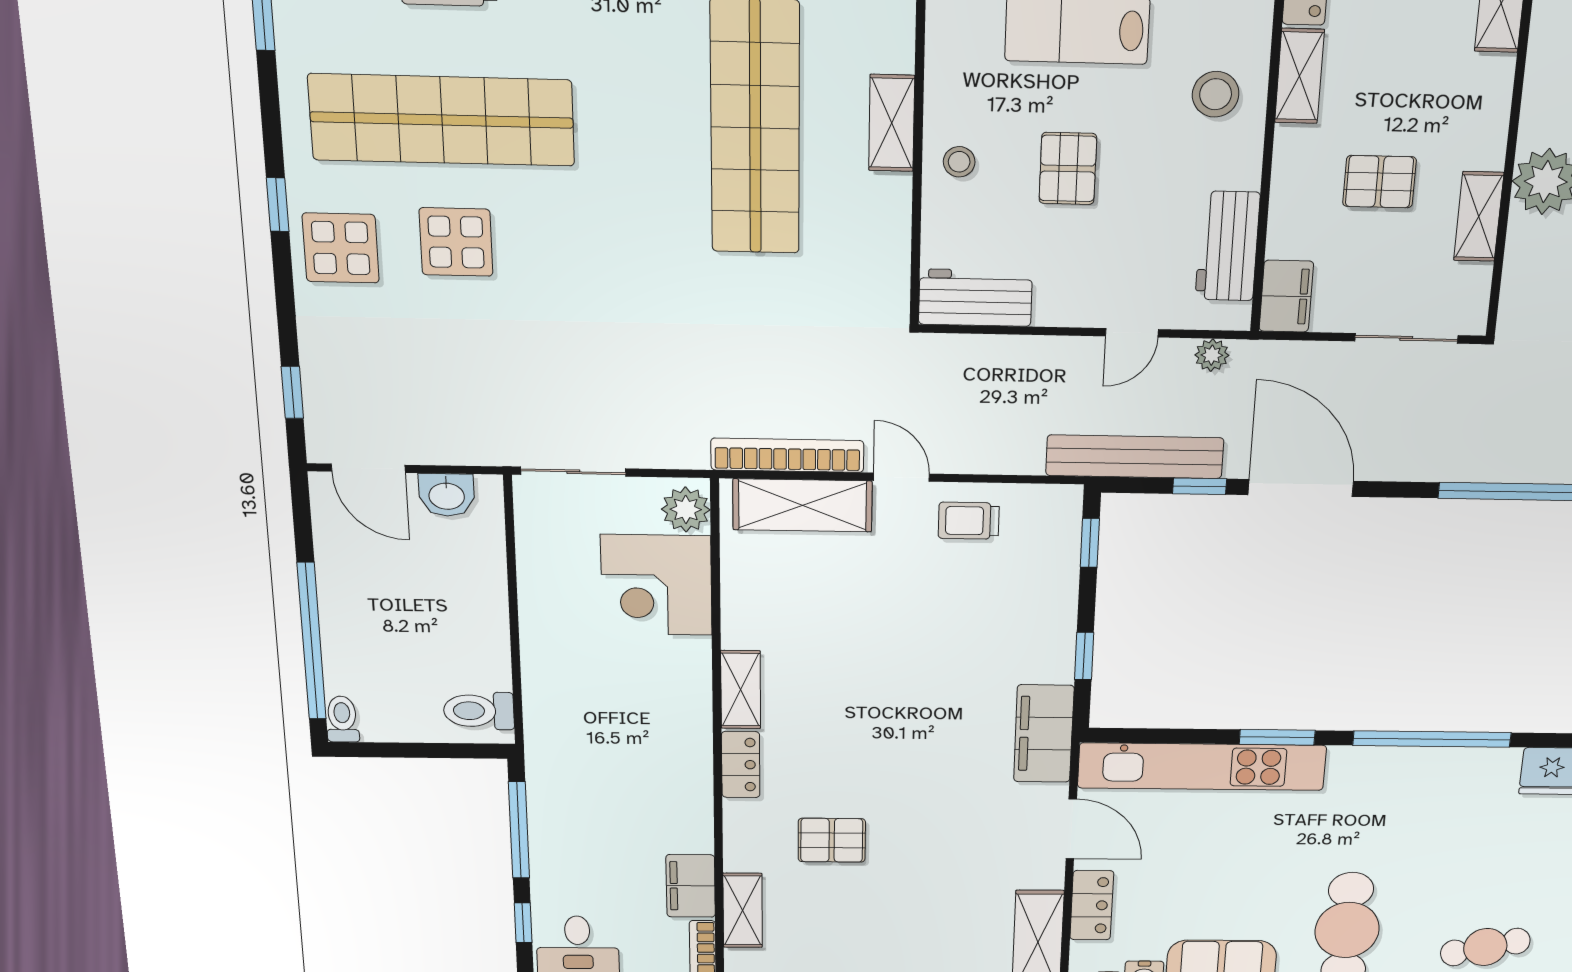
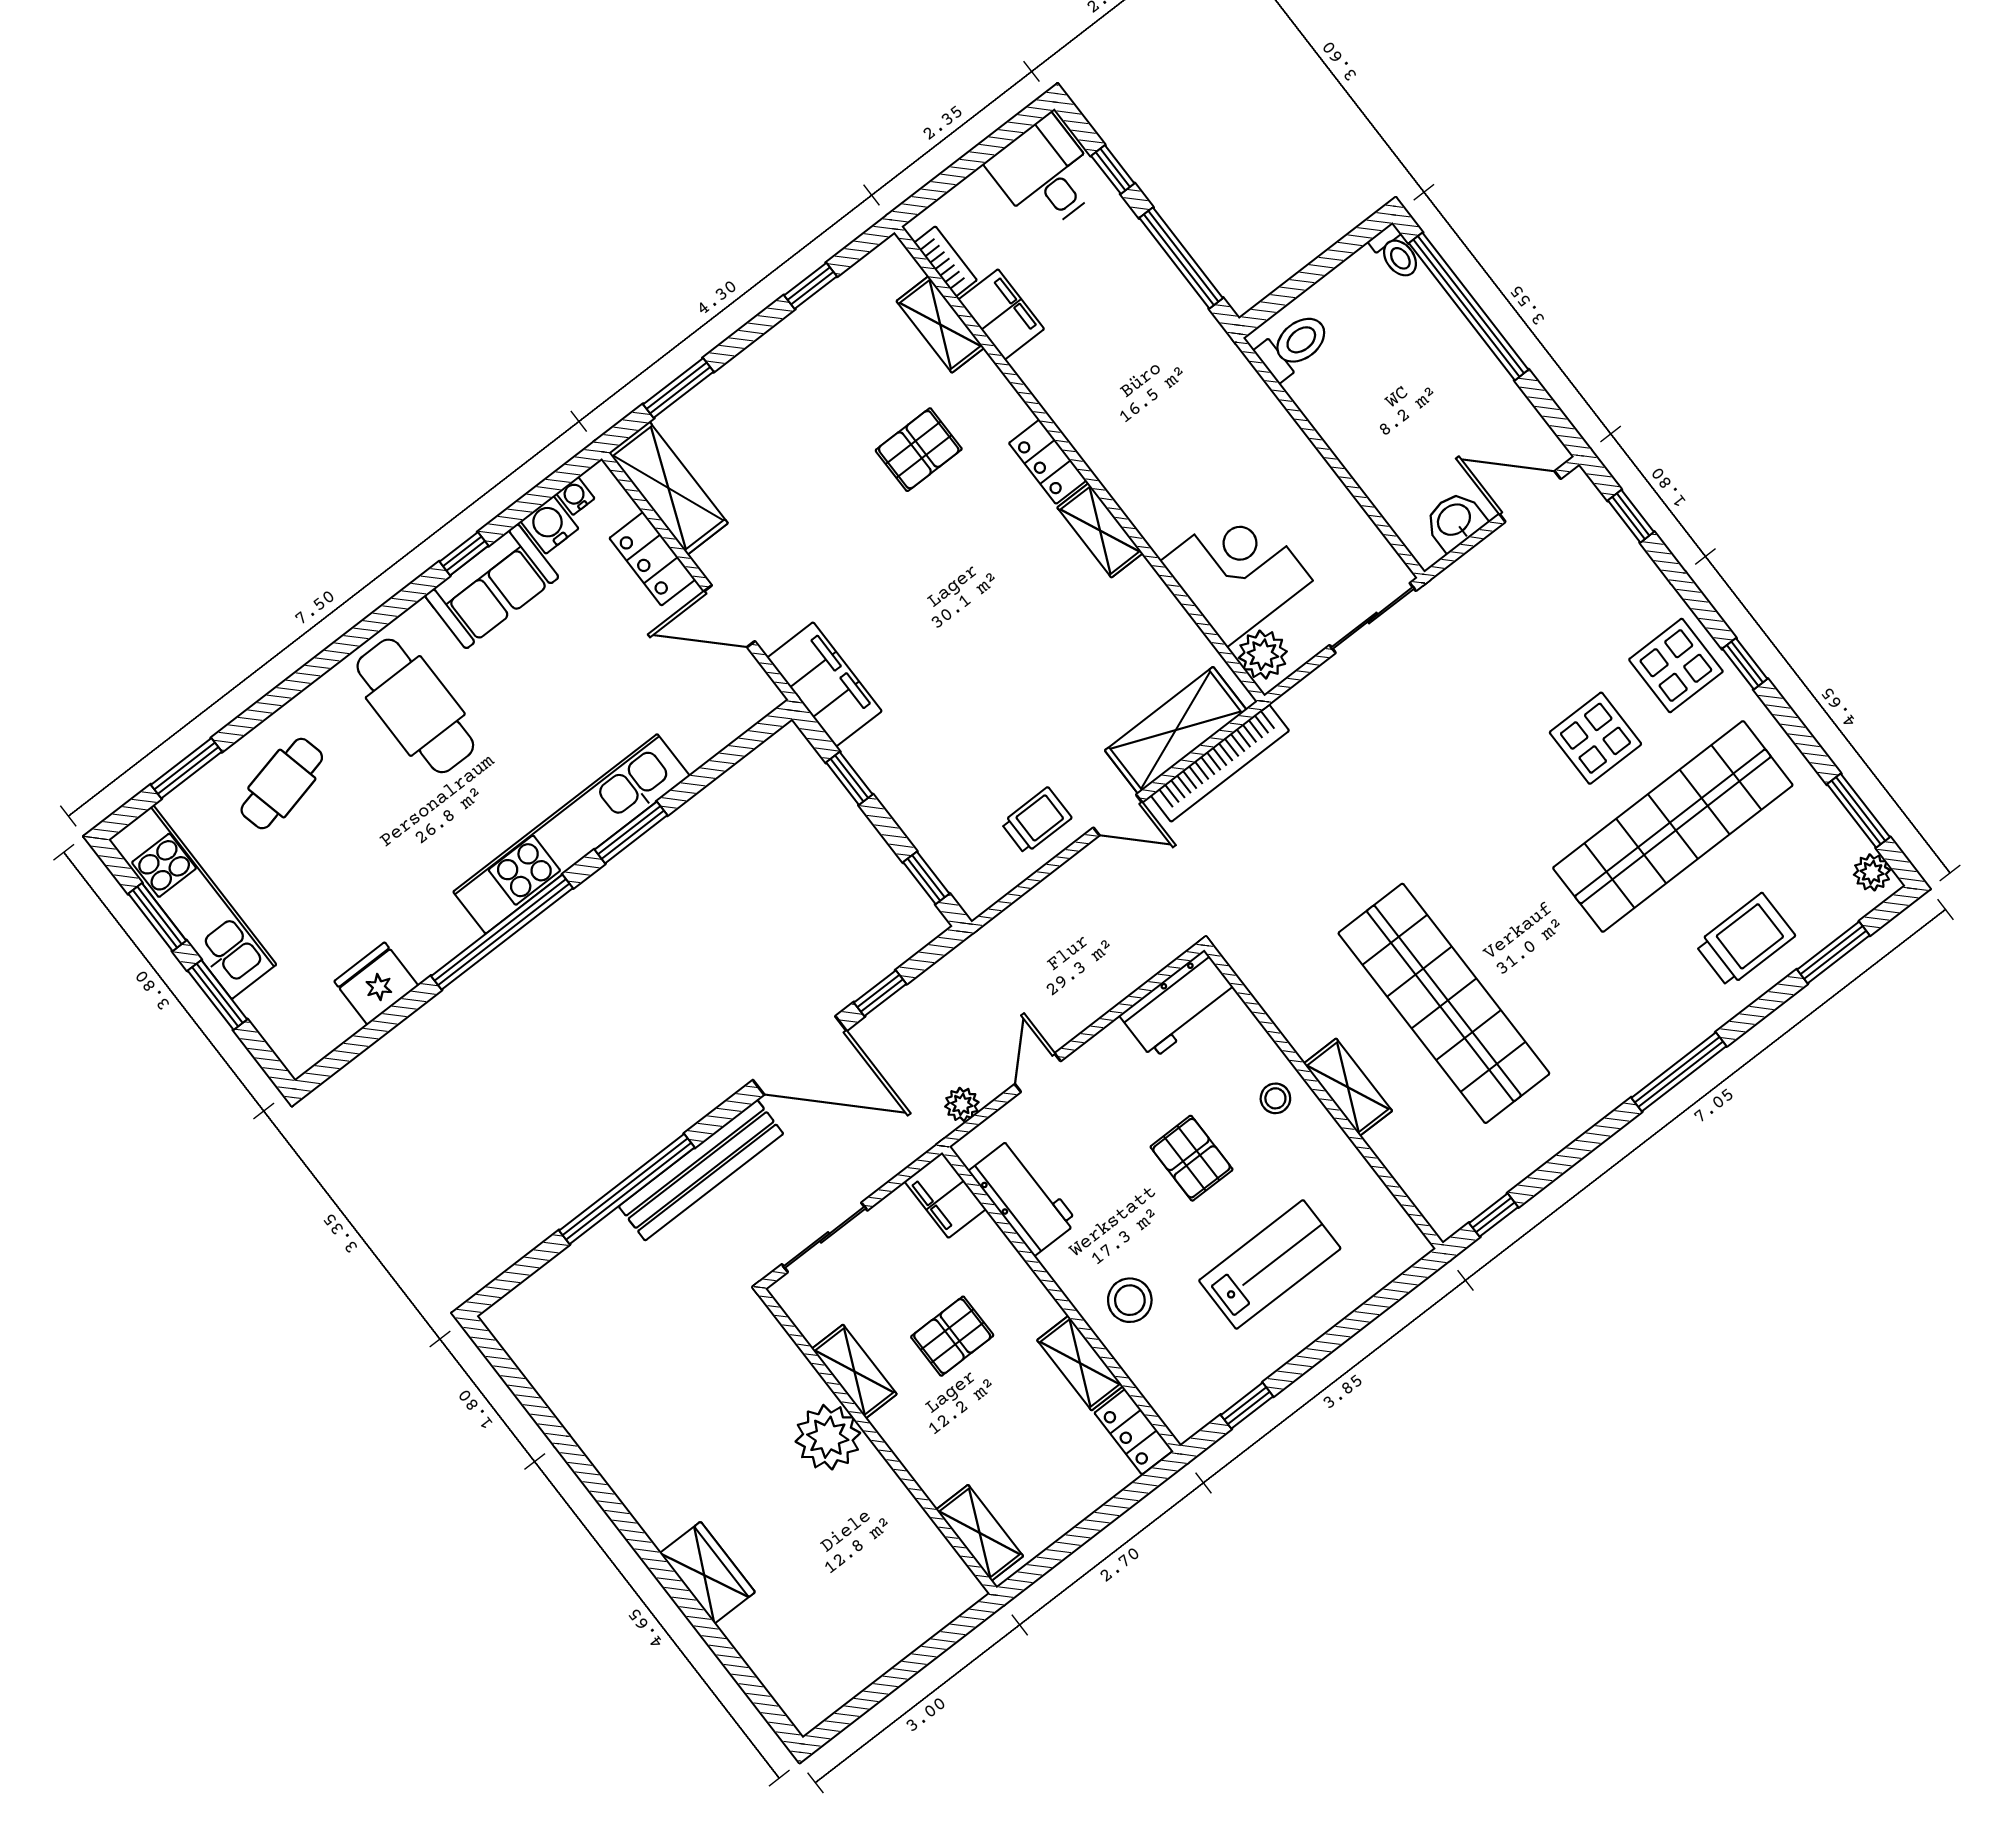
bench: (1135, 457) -> (701, 1170), moved
kitchen unit: (1202, 767) -> (571, 834), moved

